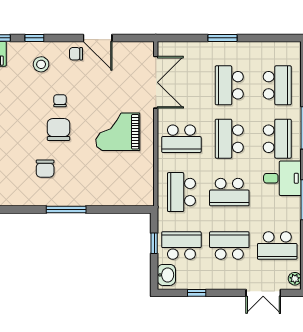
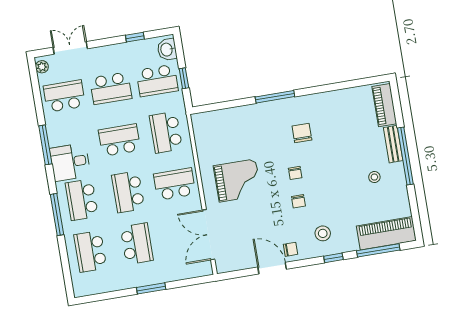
chair: (59, 130) -> (295, 173), width x0.54, depth x0.54
school desk: (229, 139) -> (128, 192), turned 180
school desk: (181, 192) -> (166, 132), turned 180

